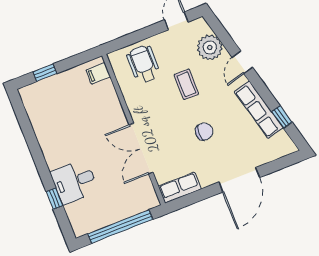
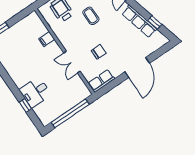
filing cabinet: (98, 73) -> (47, 39), moved
chair: (204, 132) -> (99, 52), moved
double door: (141, 149) -> (72, 62), width x0.73

